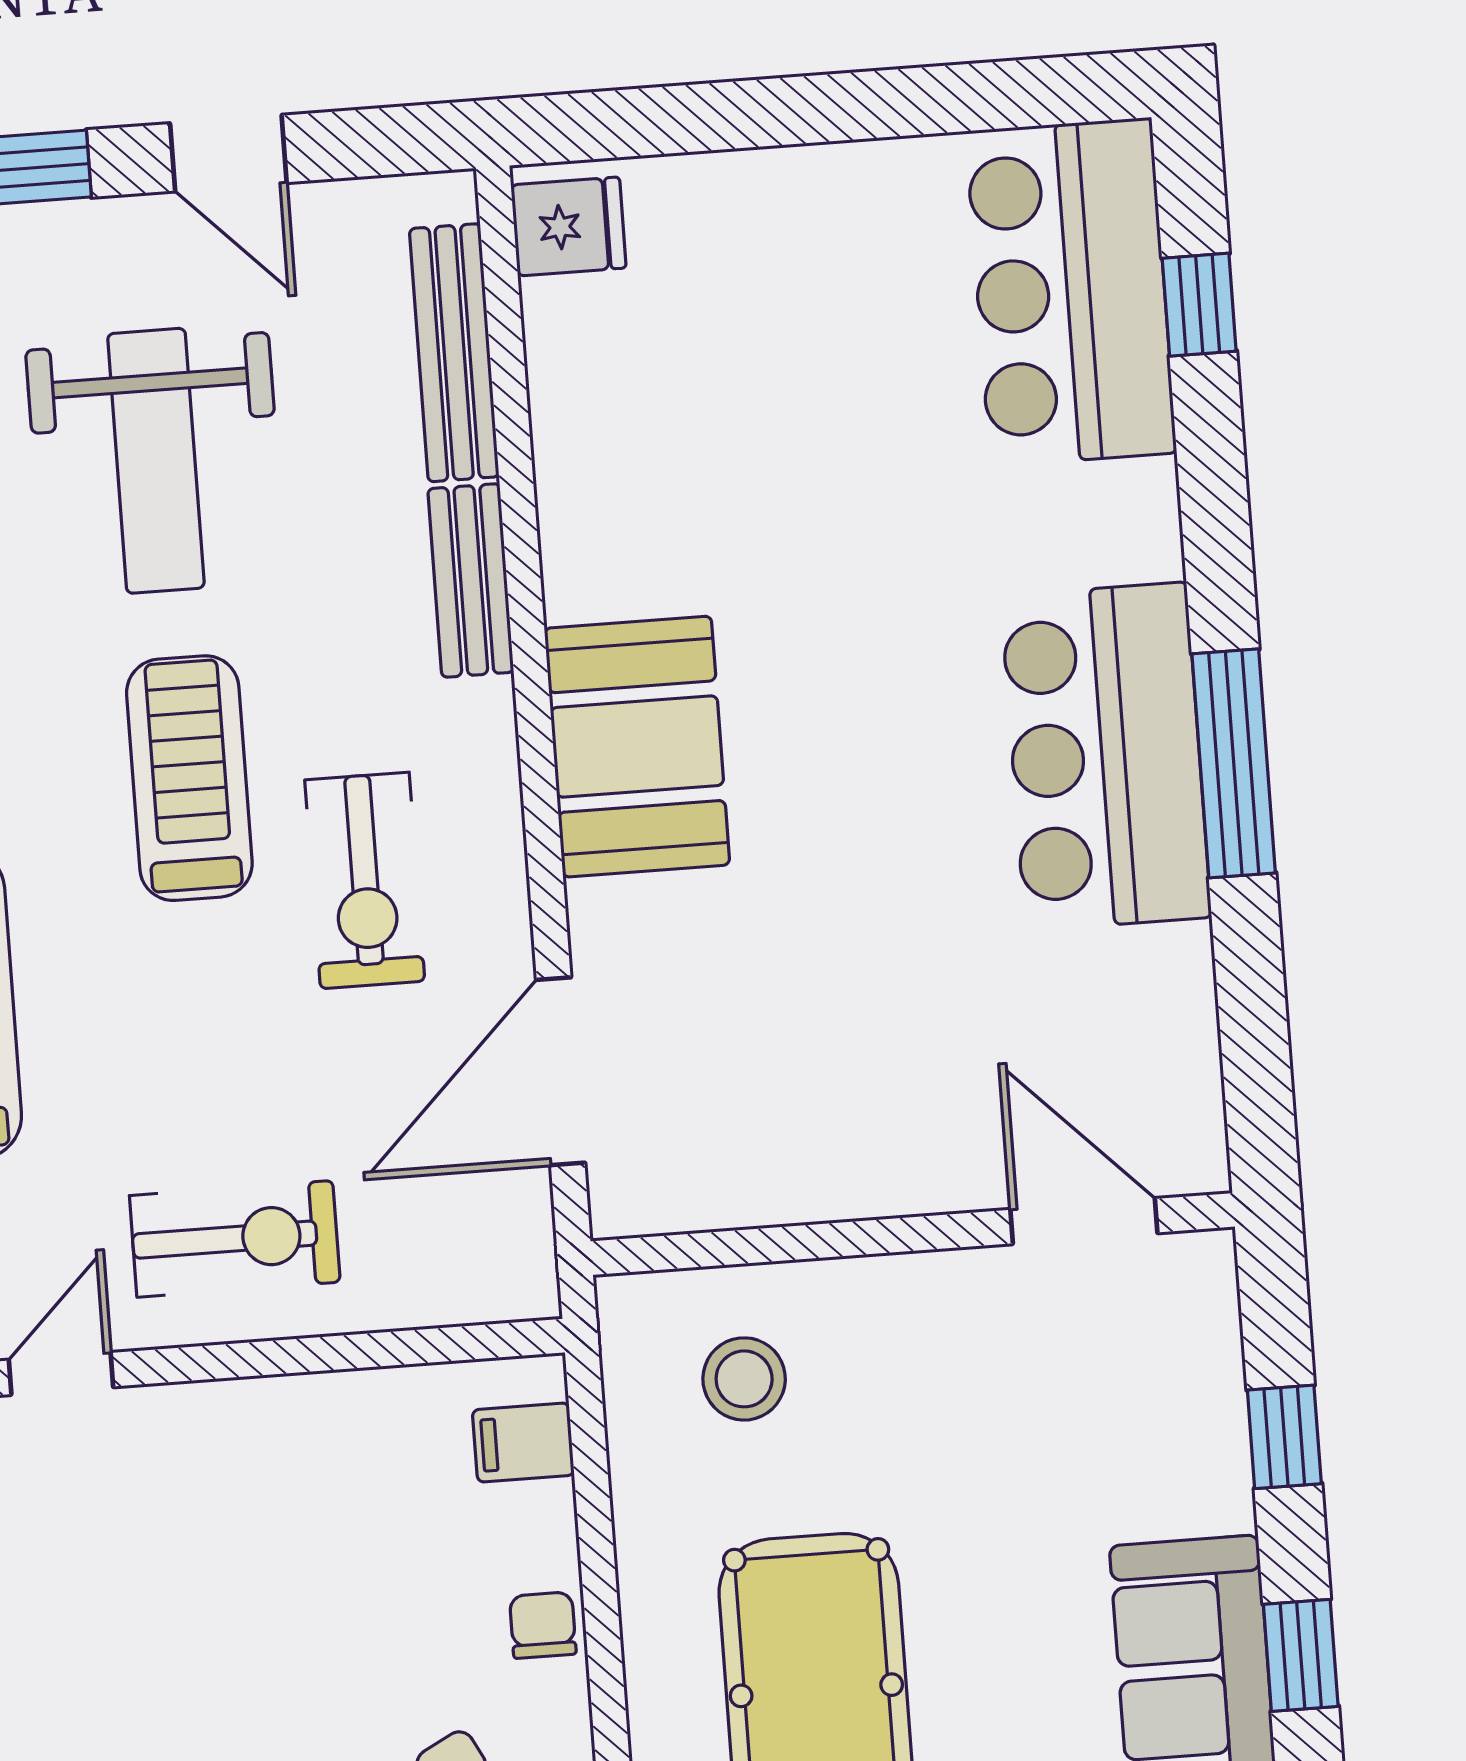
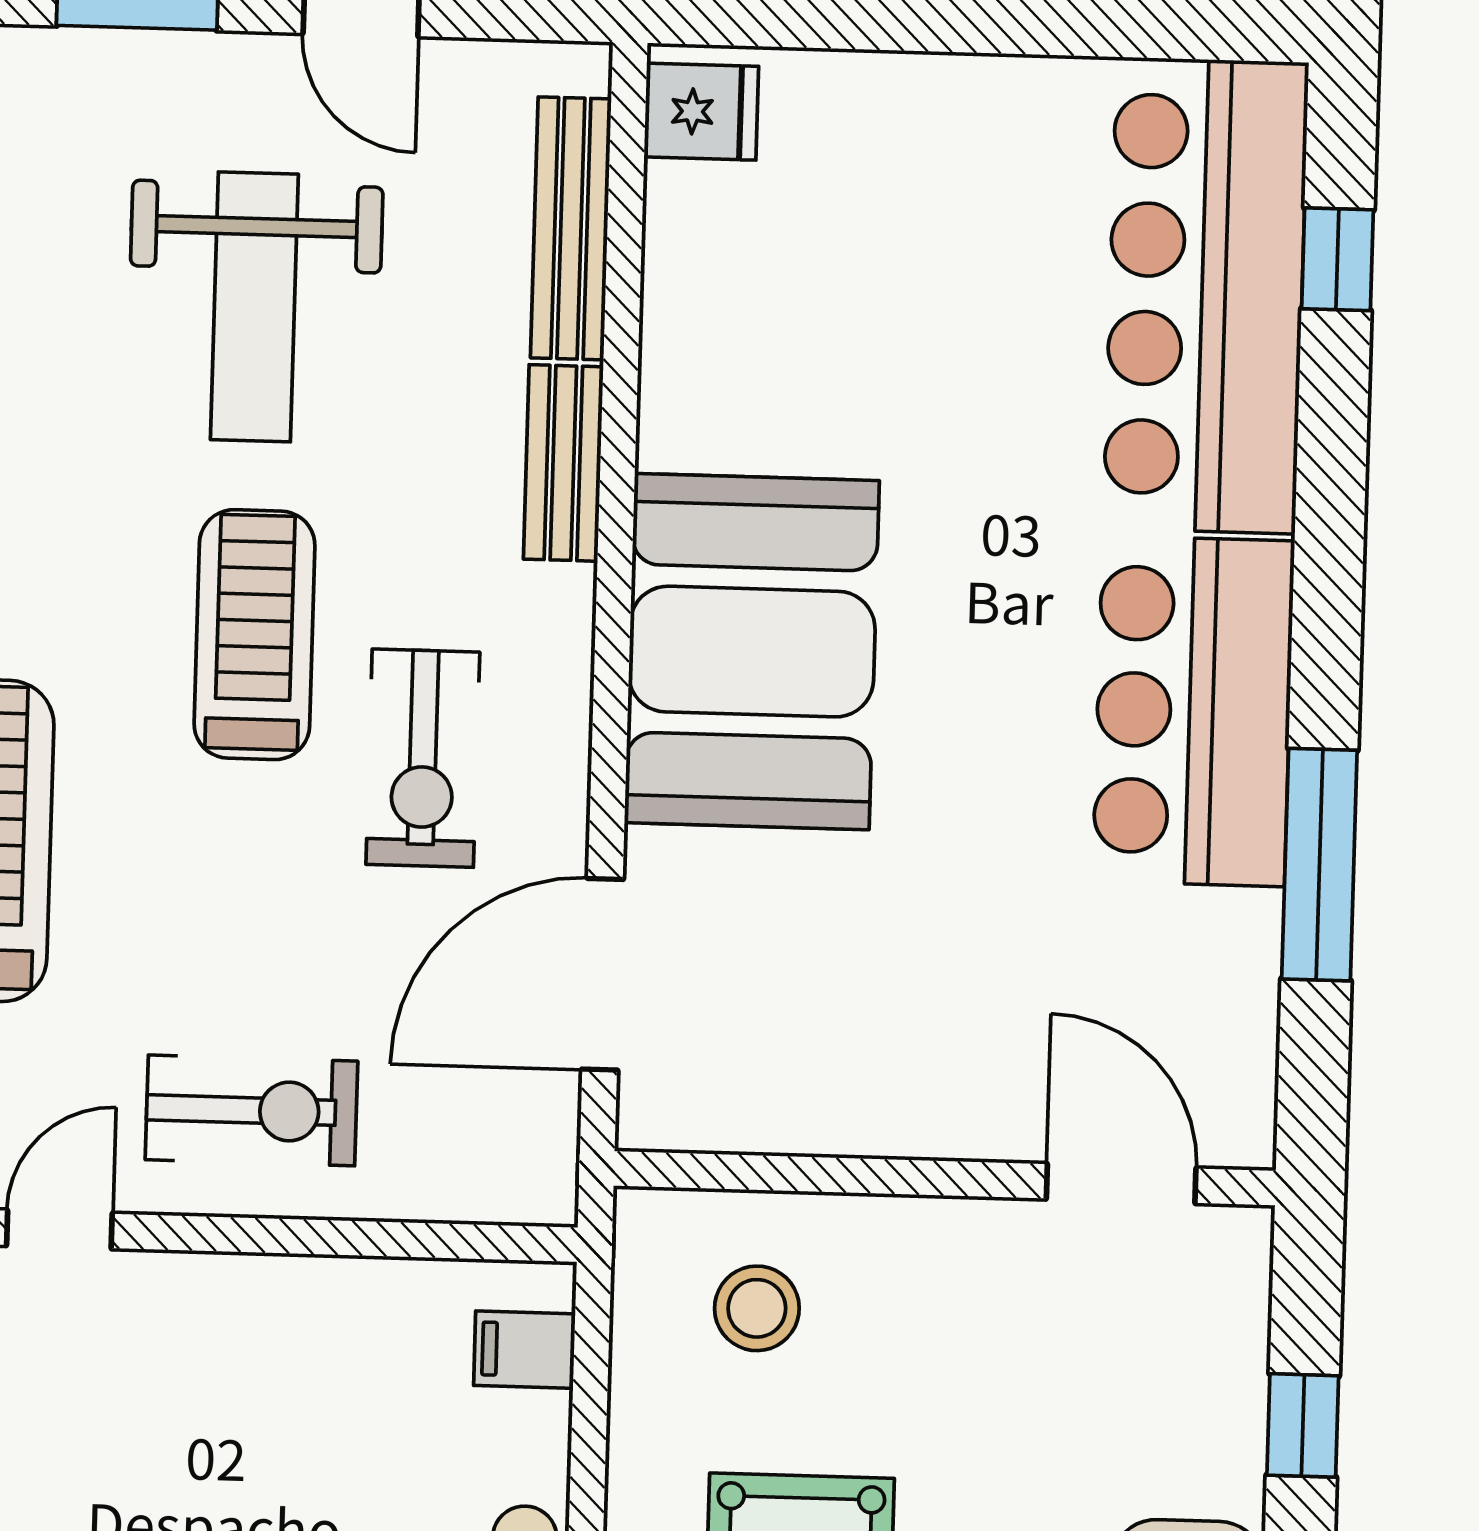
bar counter: (1071, 292) -> (1206, 296), width x1.36
booth: (637, 747) -> (752, 652), width x1.36, depth x1.42
window: (1234, 763) -> (1319, 865), moved

